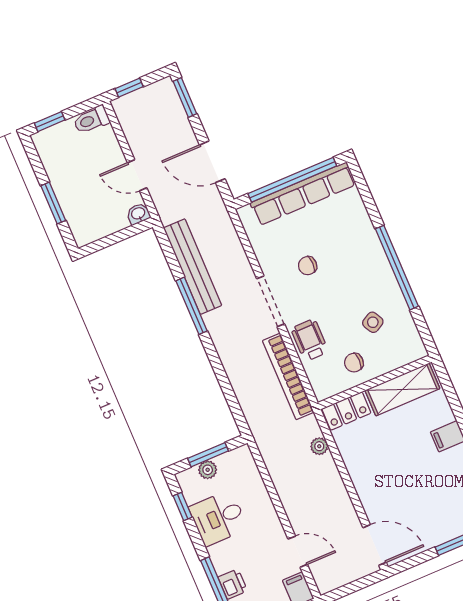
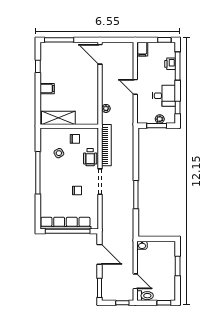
door: (137, 175) -> (135, 281), moved
bench: (193, 267) -> (128, 212), removed
locker: (346, 411) -> (87, 119), removed
door: (298, 552) -> (135, 87), moved

